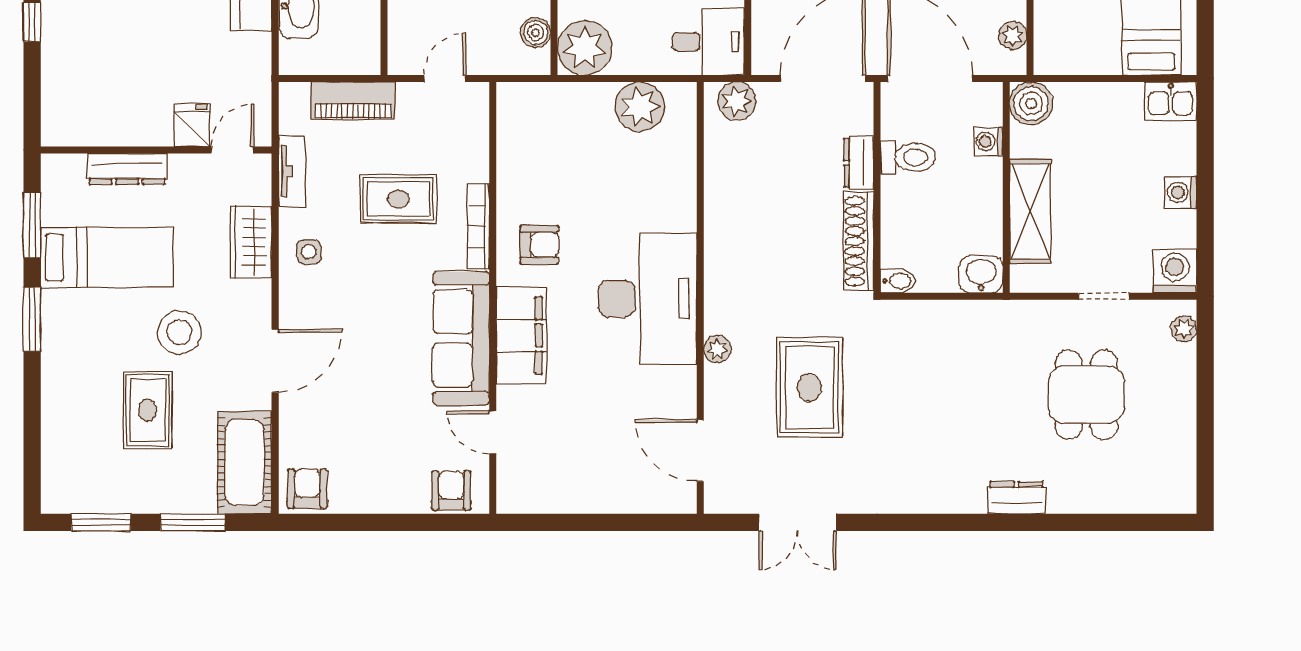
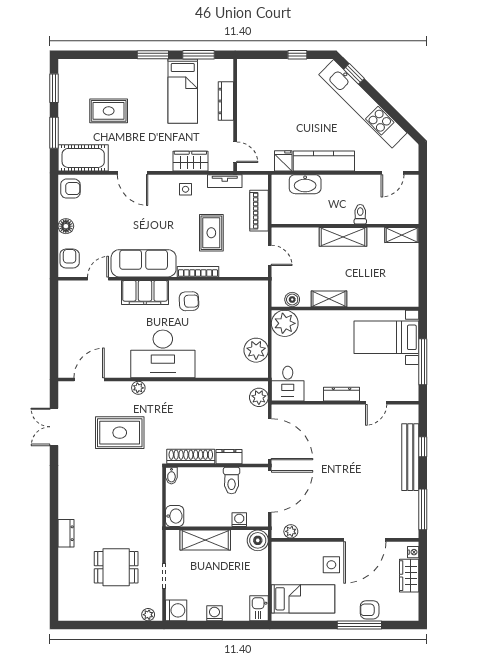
fridge: (192, 125) -> (283, 161), moved, turned -90
armchair: (539, 245) -> (189, 301), turned -93
stool: (179, 332) -> (146, 126), removed
armchair: (451, 490) -> (70, 259), turned -90
floor lamp: (385, 498) -> (66, 226), added

